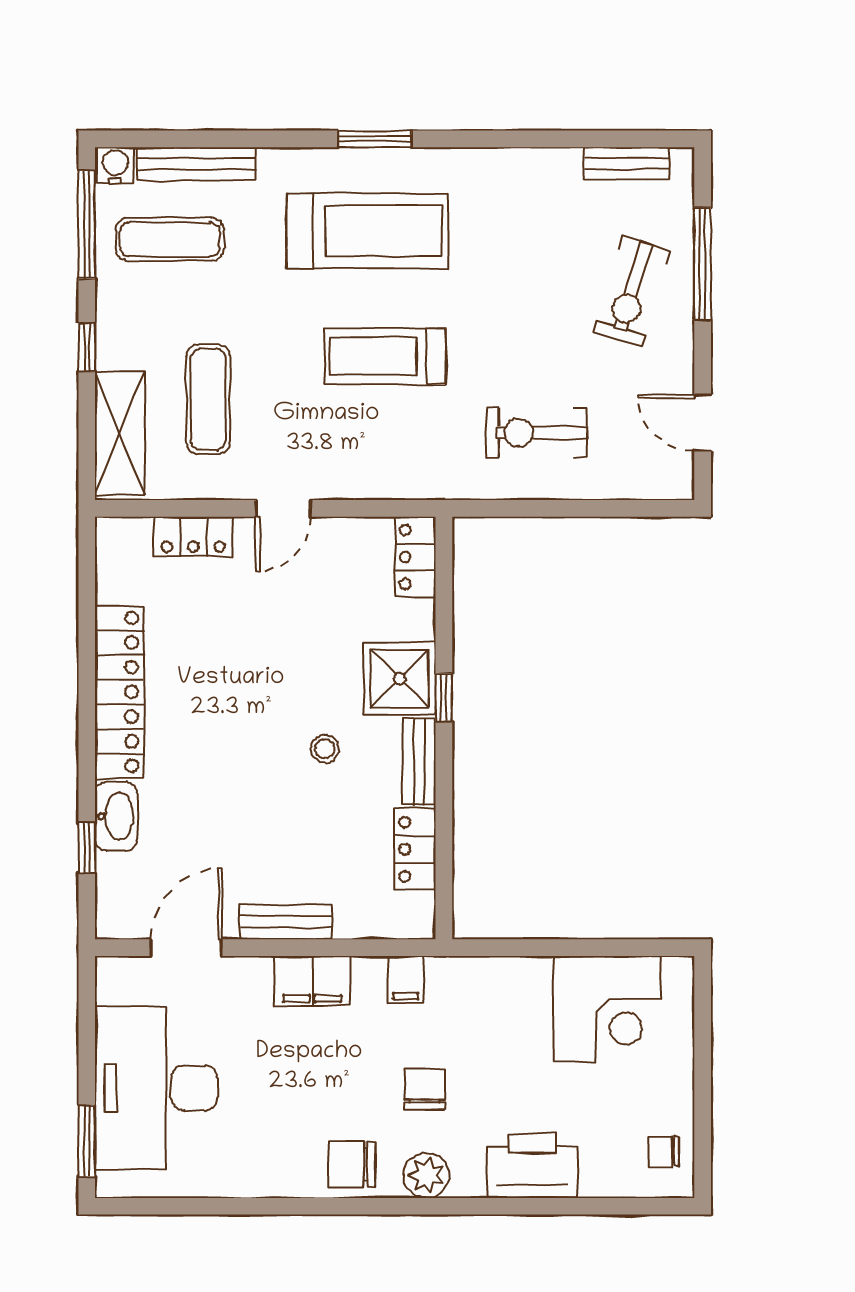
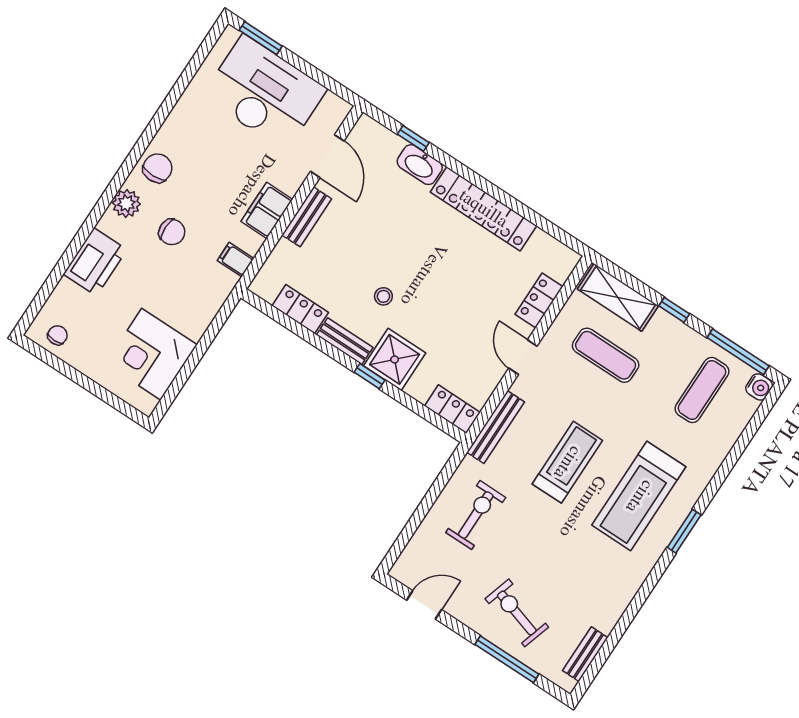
bench: (196, 164) -> (496, 427), moved

